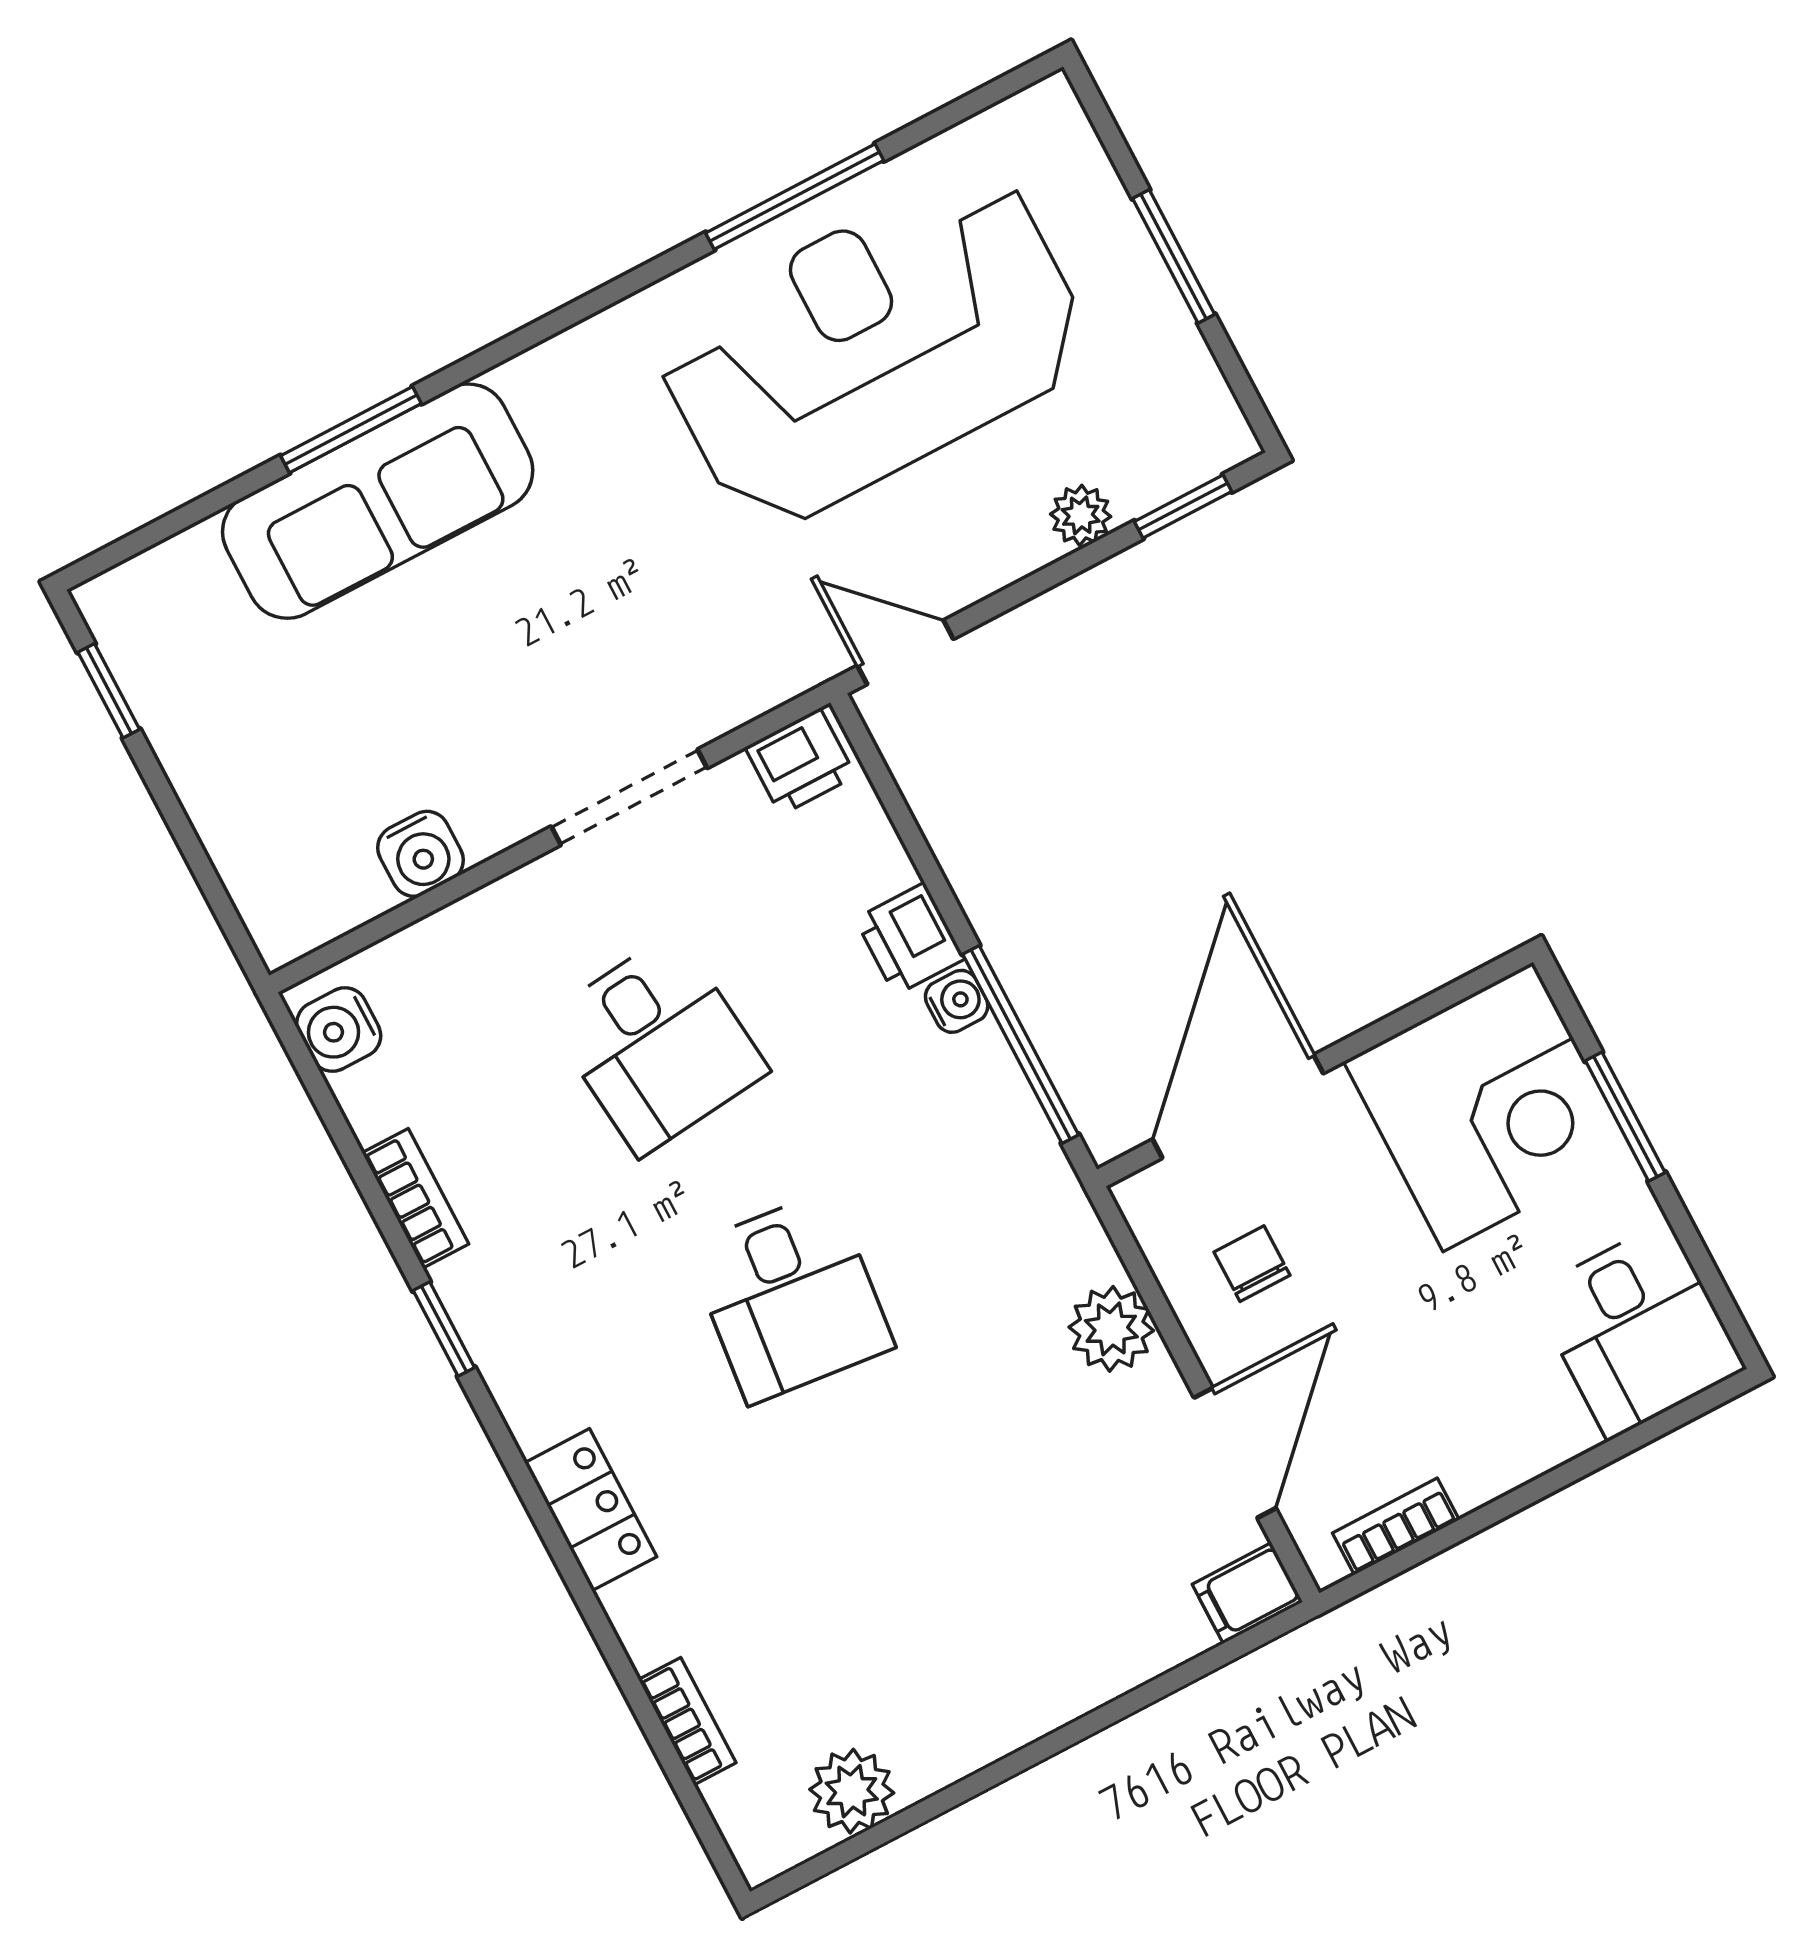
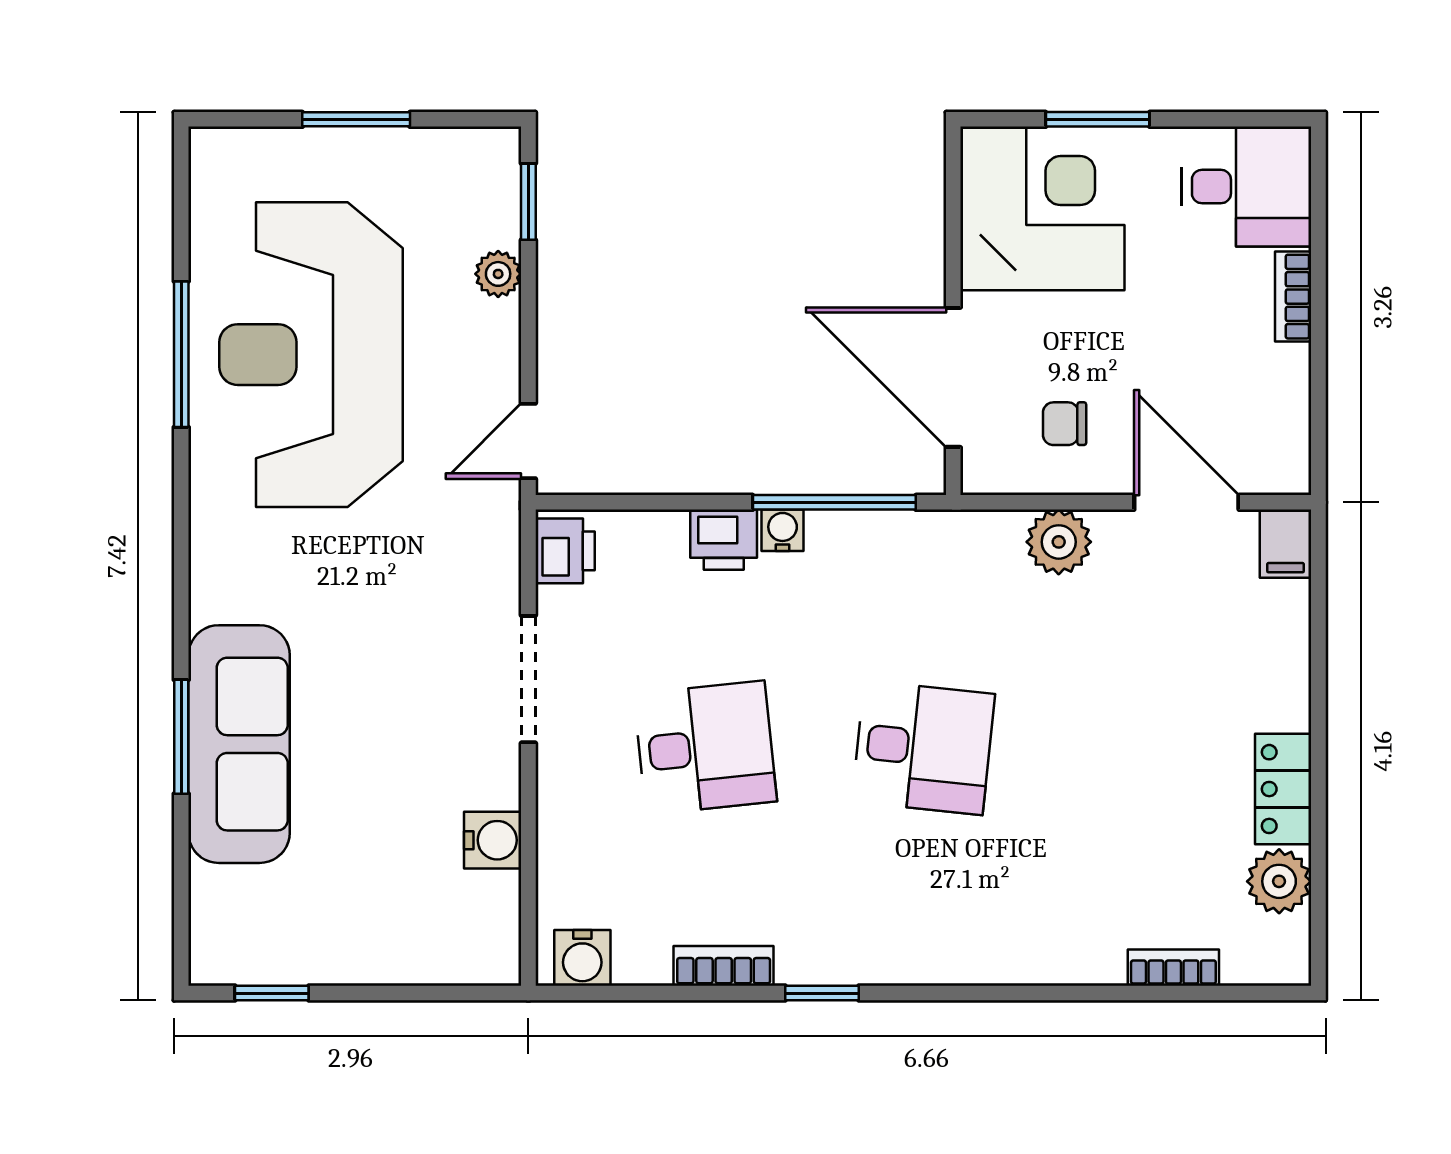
locker: (591, 1510) -> (1283, 789), moved, turned -90
bookcase: (1396, 1526) -> (1293, 297), moved

